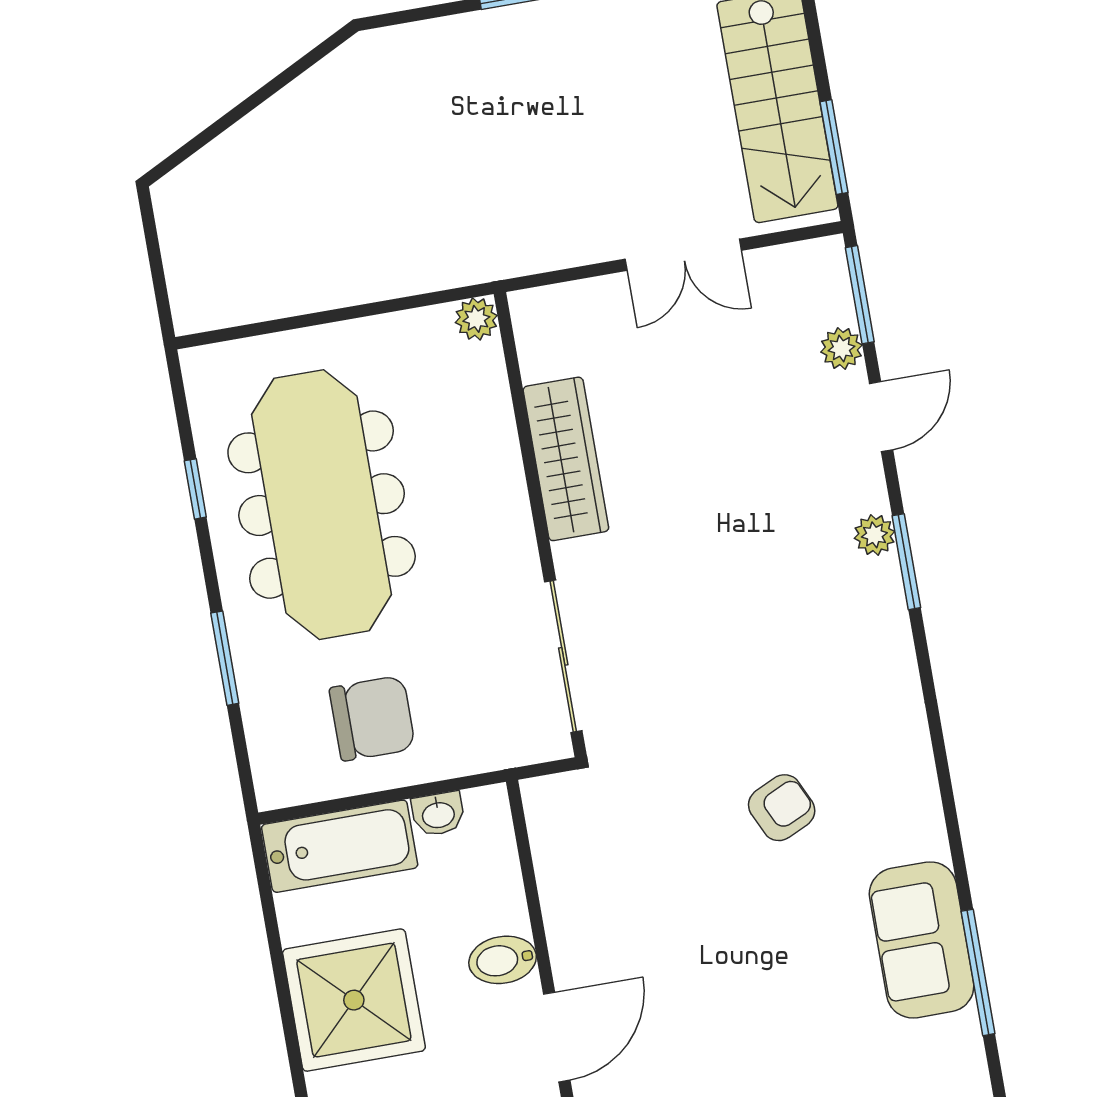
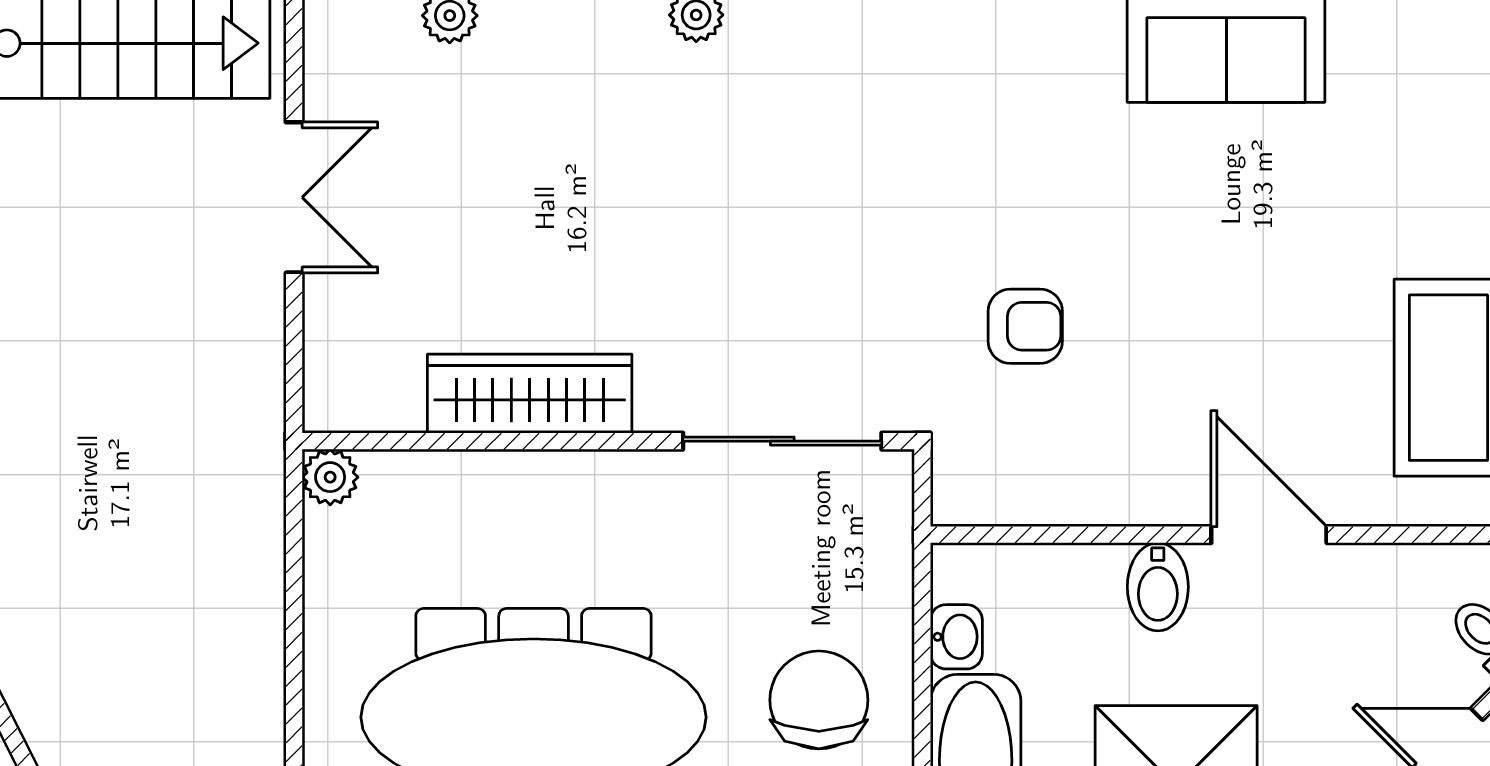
armchair: (782, 808) -> (1025, 326), moved, turned 115

